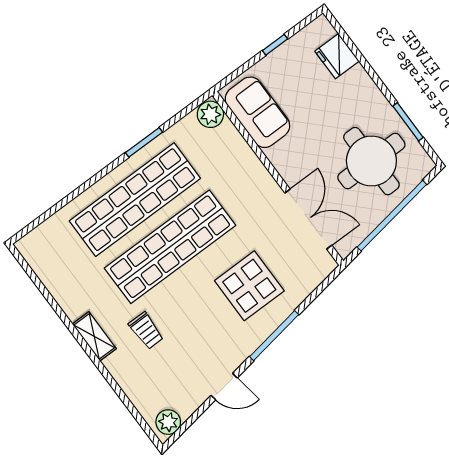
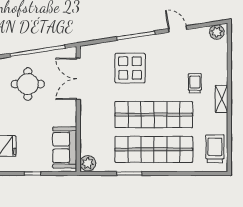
round table: (371, 161) -> (28, 84), width x0.73, depth x0.73
trolley: (53, 262) -> (215, 149), added

